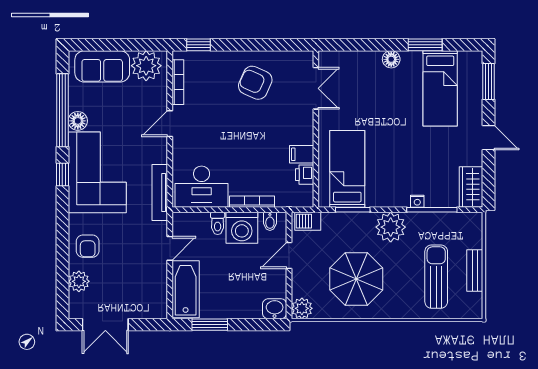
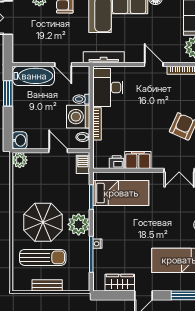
filing cabinet: (302, 154) -> (138, 160), width x2.00
wardrobe: (471, 187) -> (120, 283), moved
parasol: (356, 279) -> (43, 222), moved

